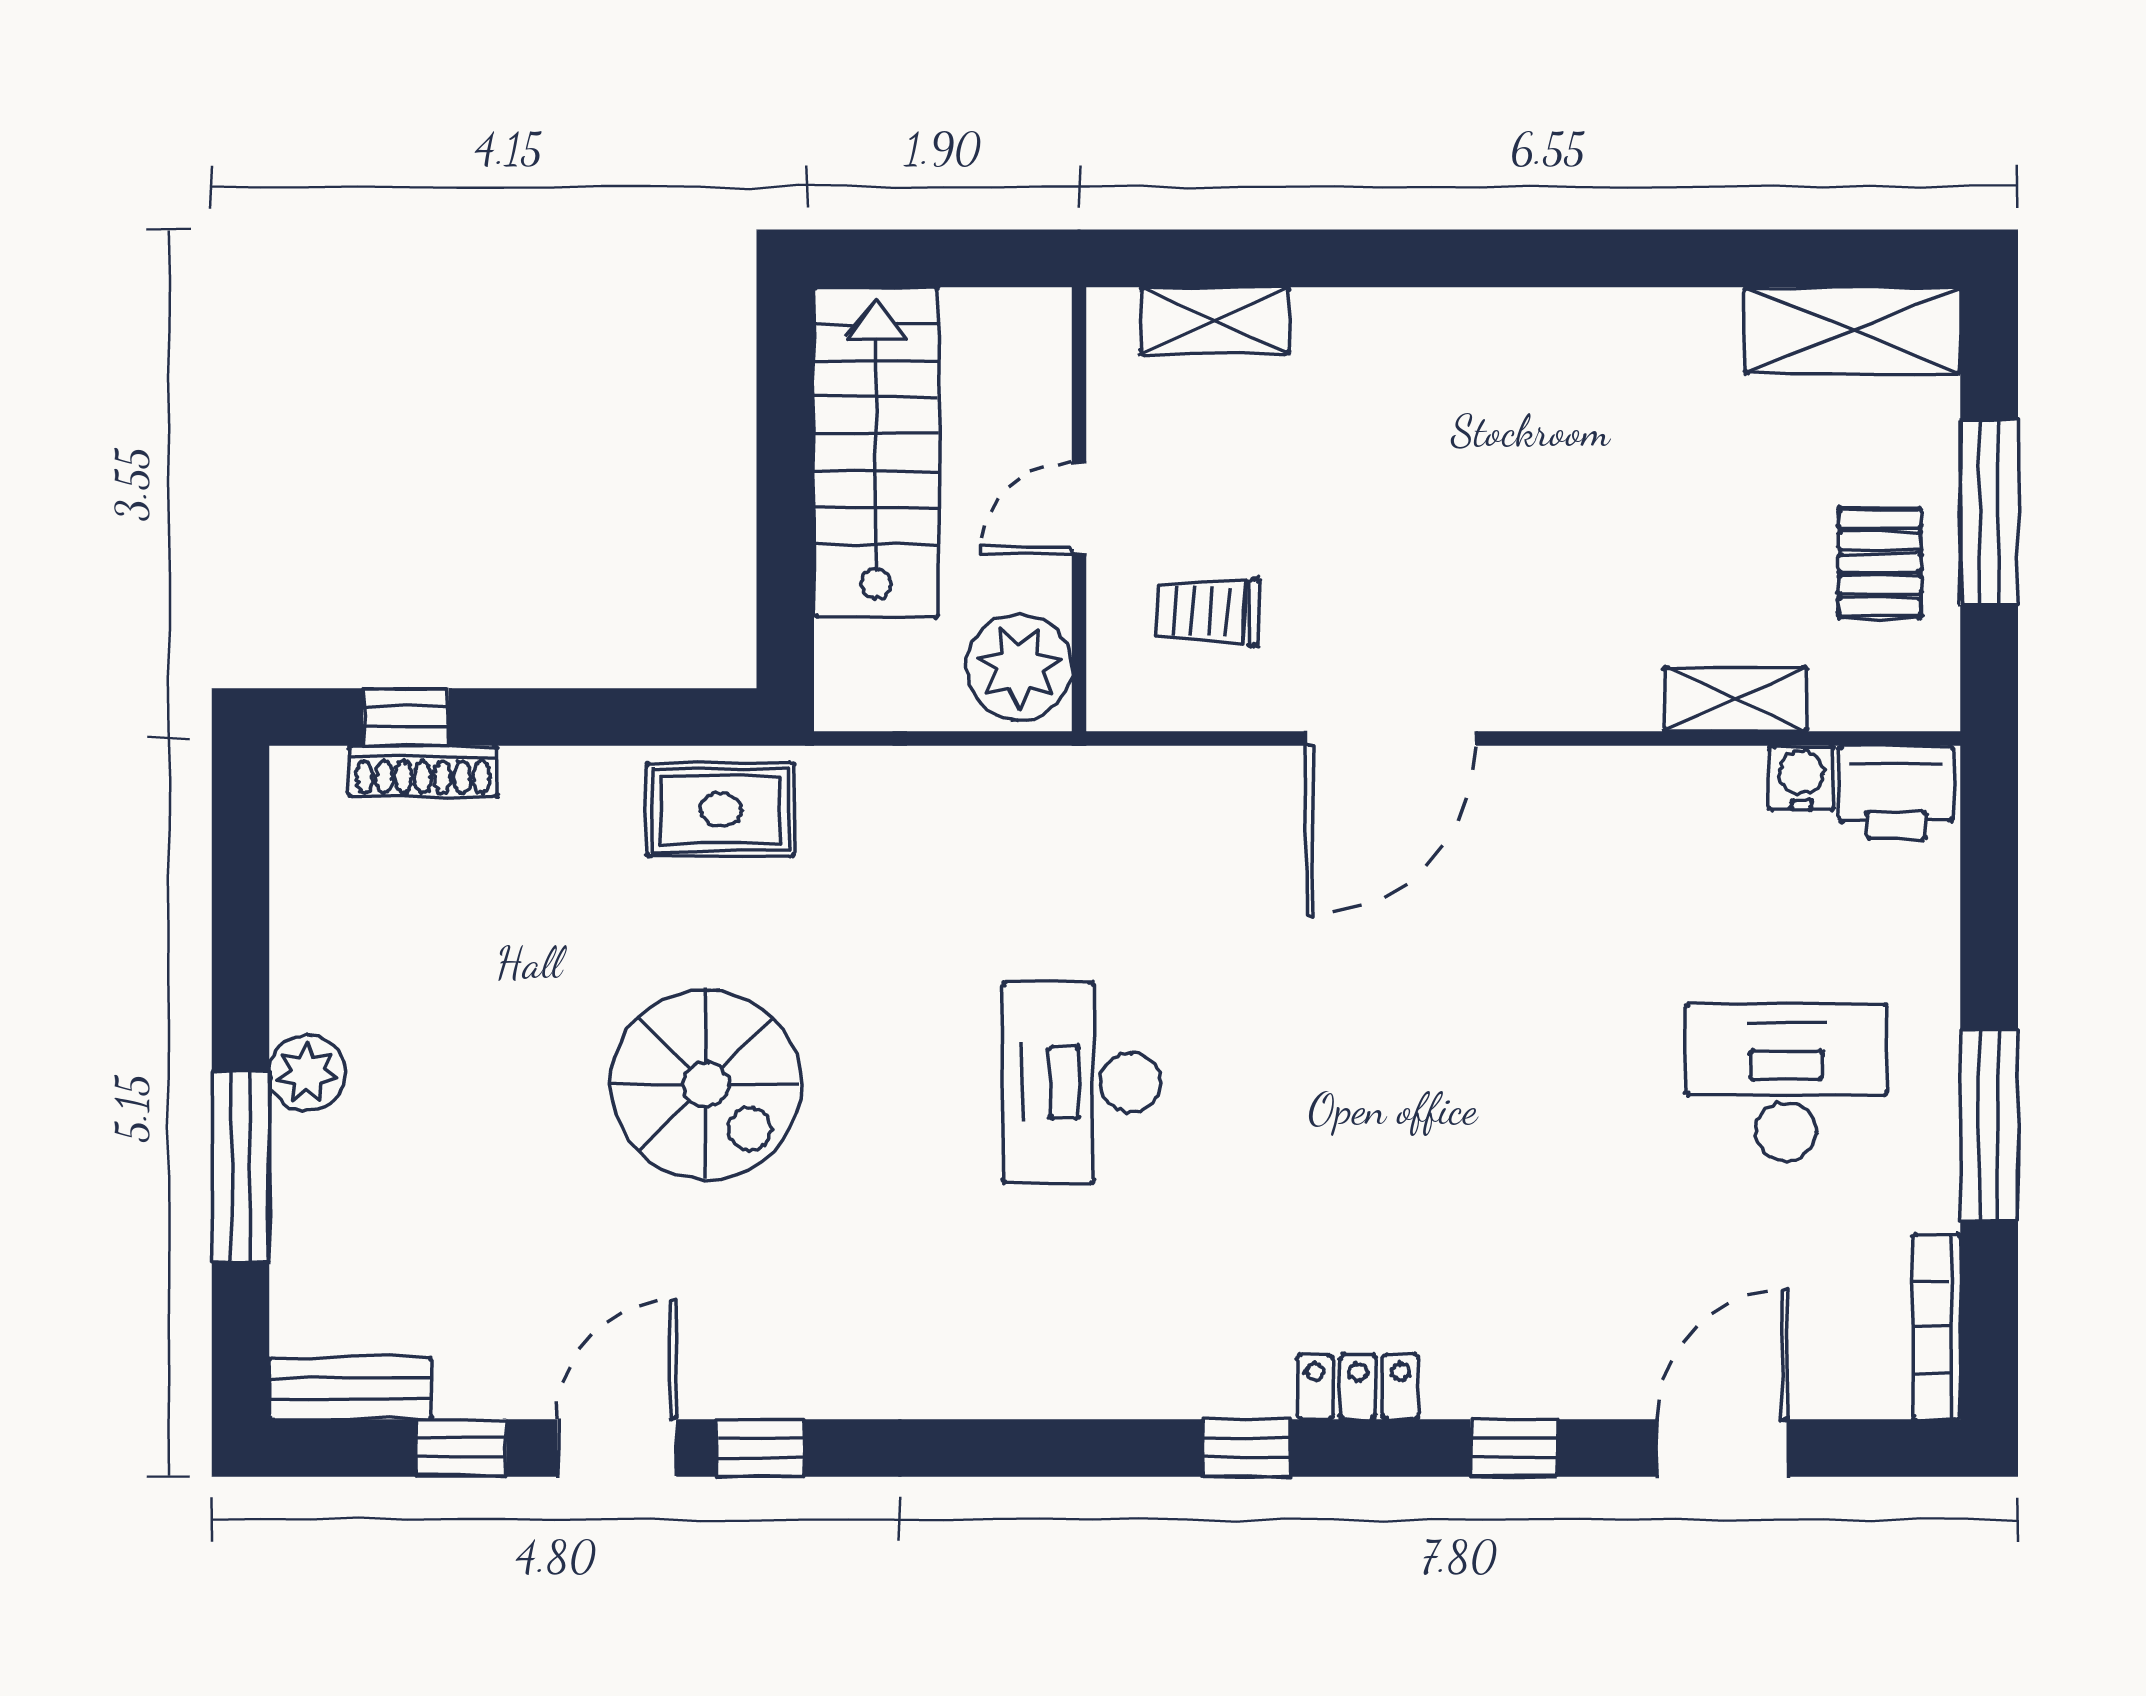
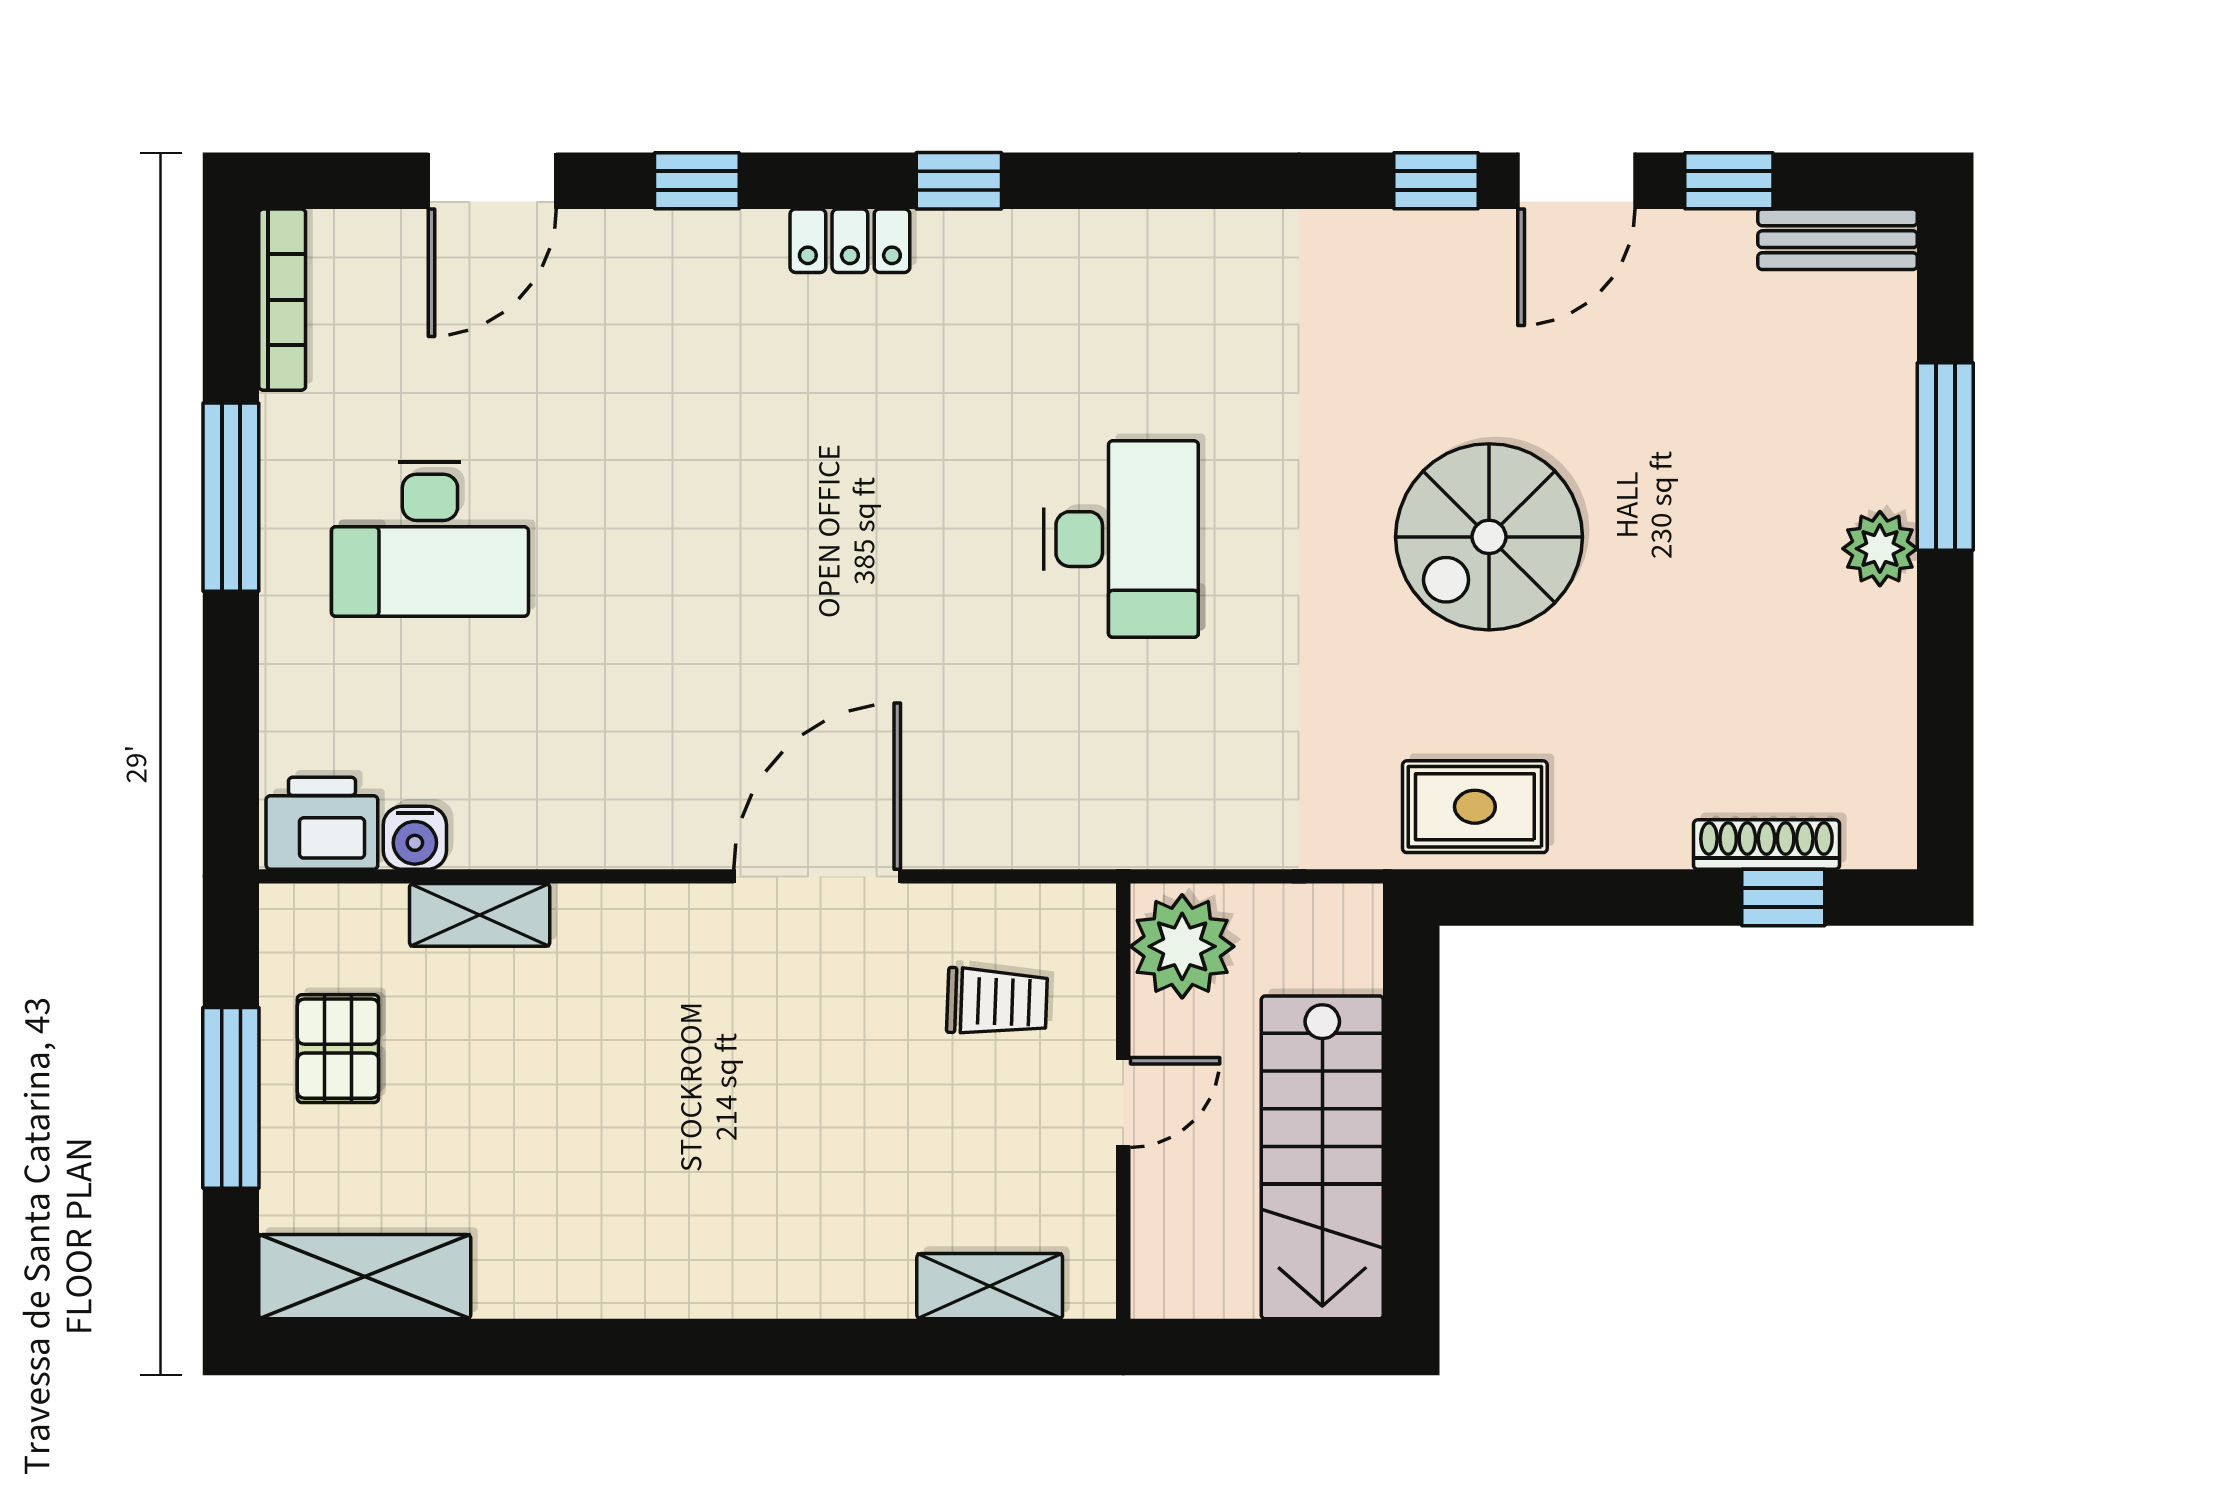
spiral stairs: (706, 1085) -> (1489, 537), turned -90

